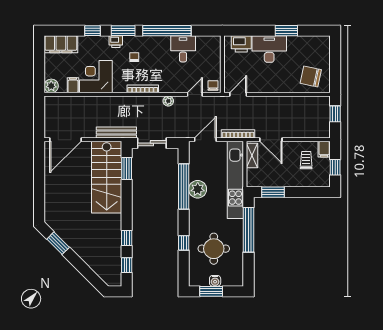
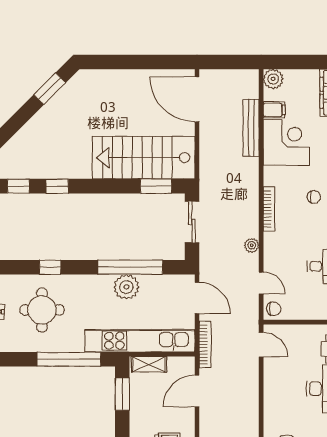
bench: (116, 132) -> (251, 128), moved
shelving: (252, 155) -> (149, 364), moved

